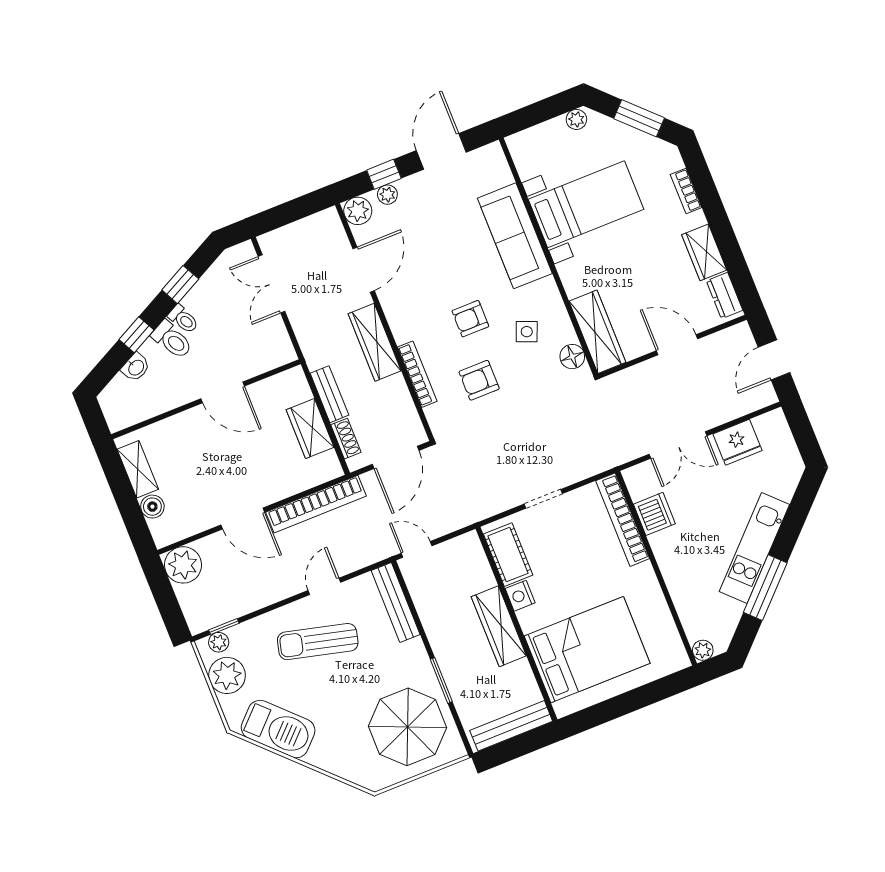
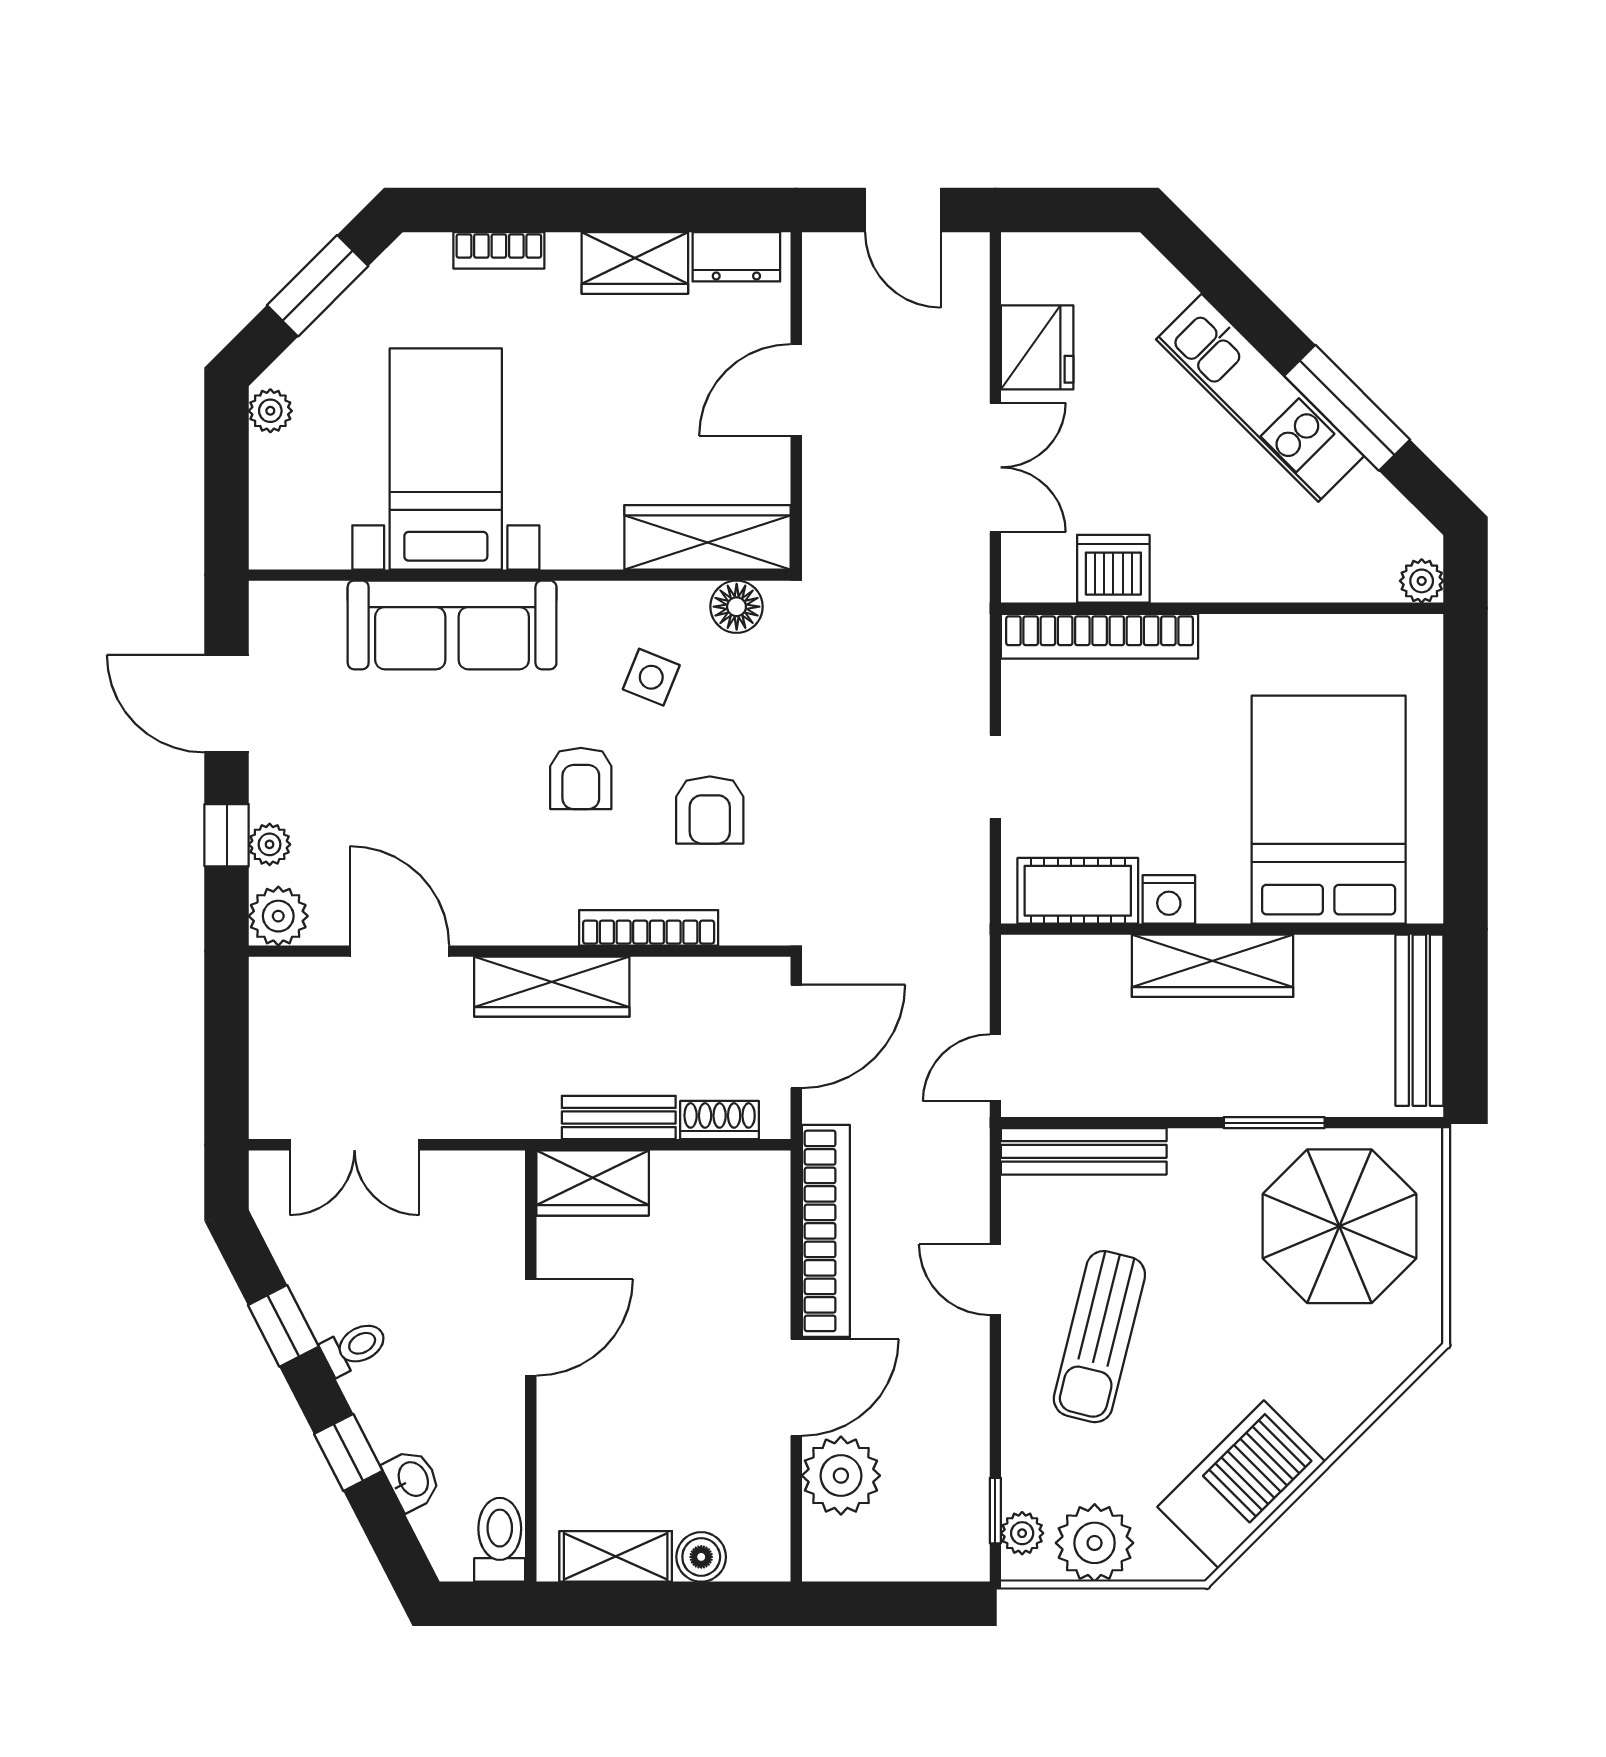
toilet: (172, 340) -> (500, 1540), moved, turned -63
wardrobe: (310, 429) -> (593, 1183), moved
door: (396, 457) -> (796, 1036), hinge flipped
plant: (183, 565) -> (841, 1476), moved

